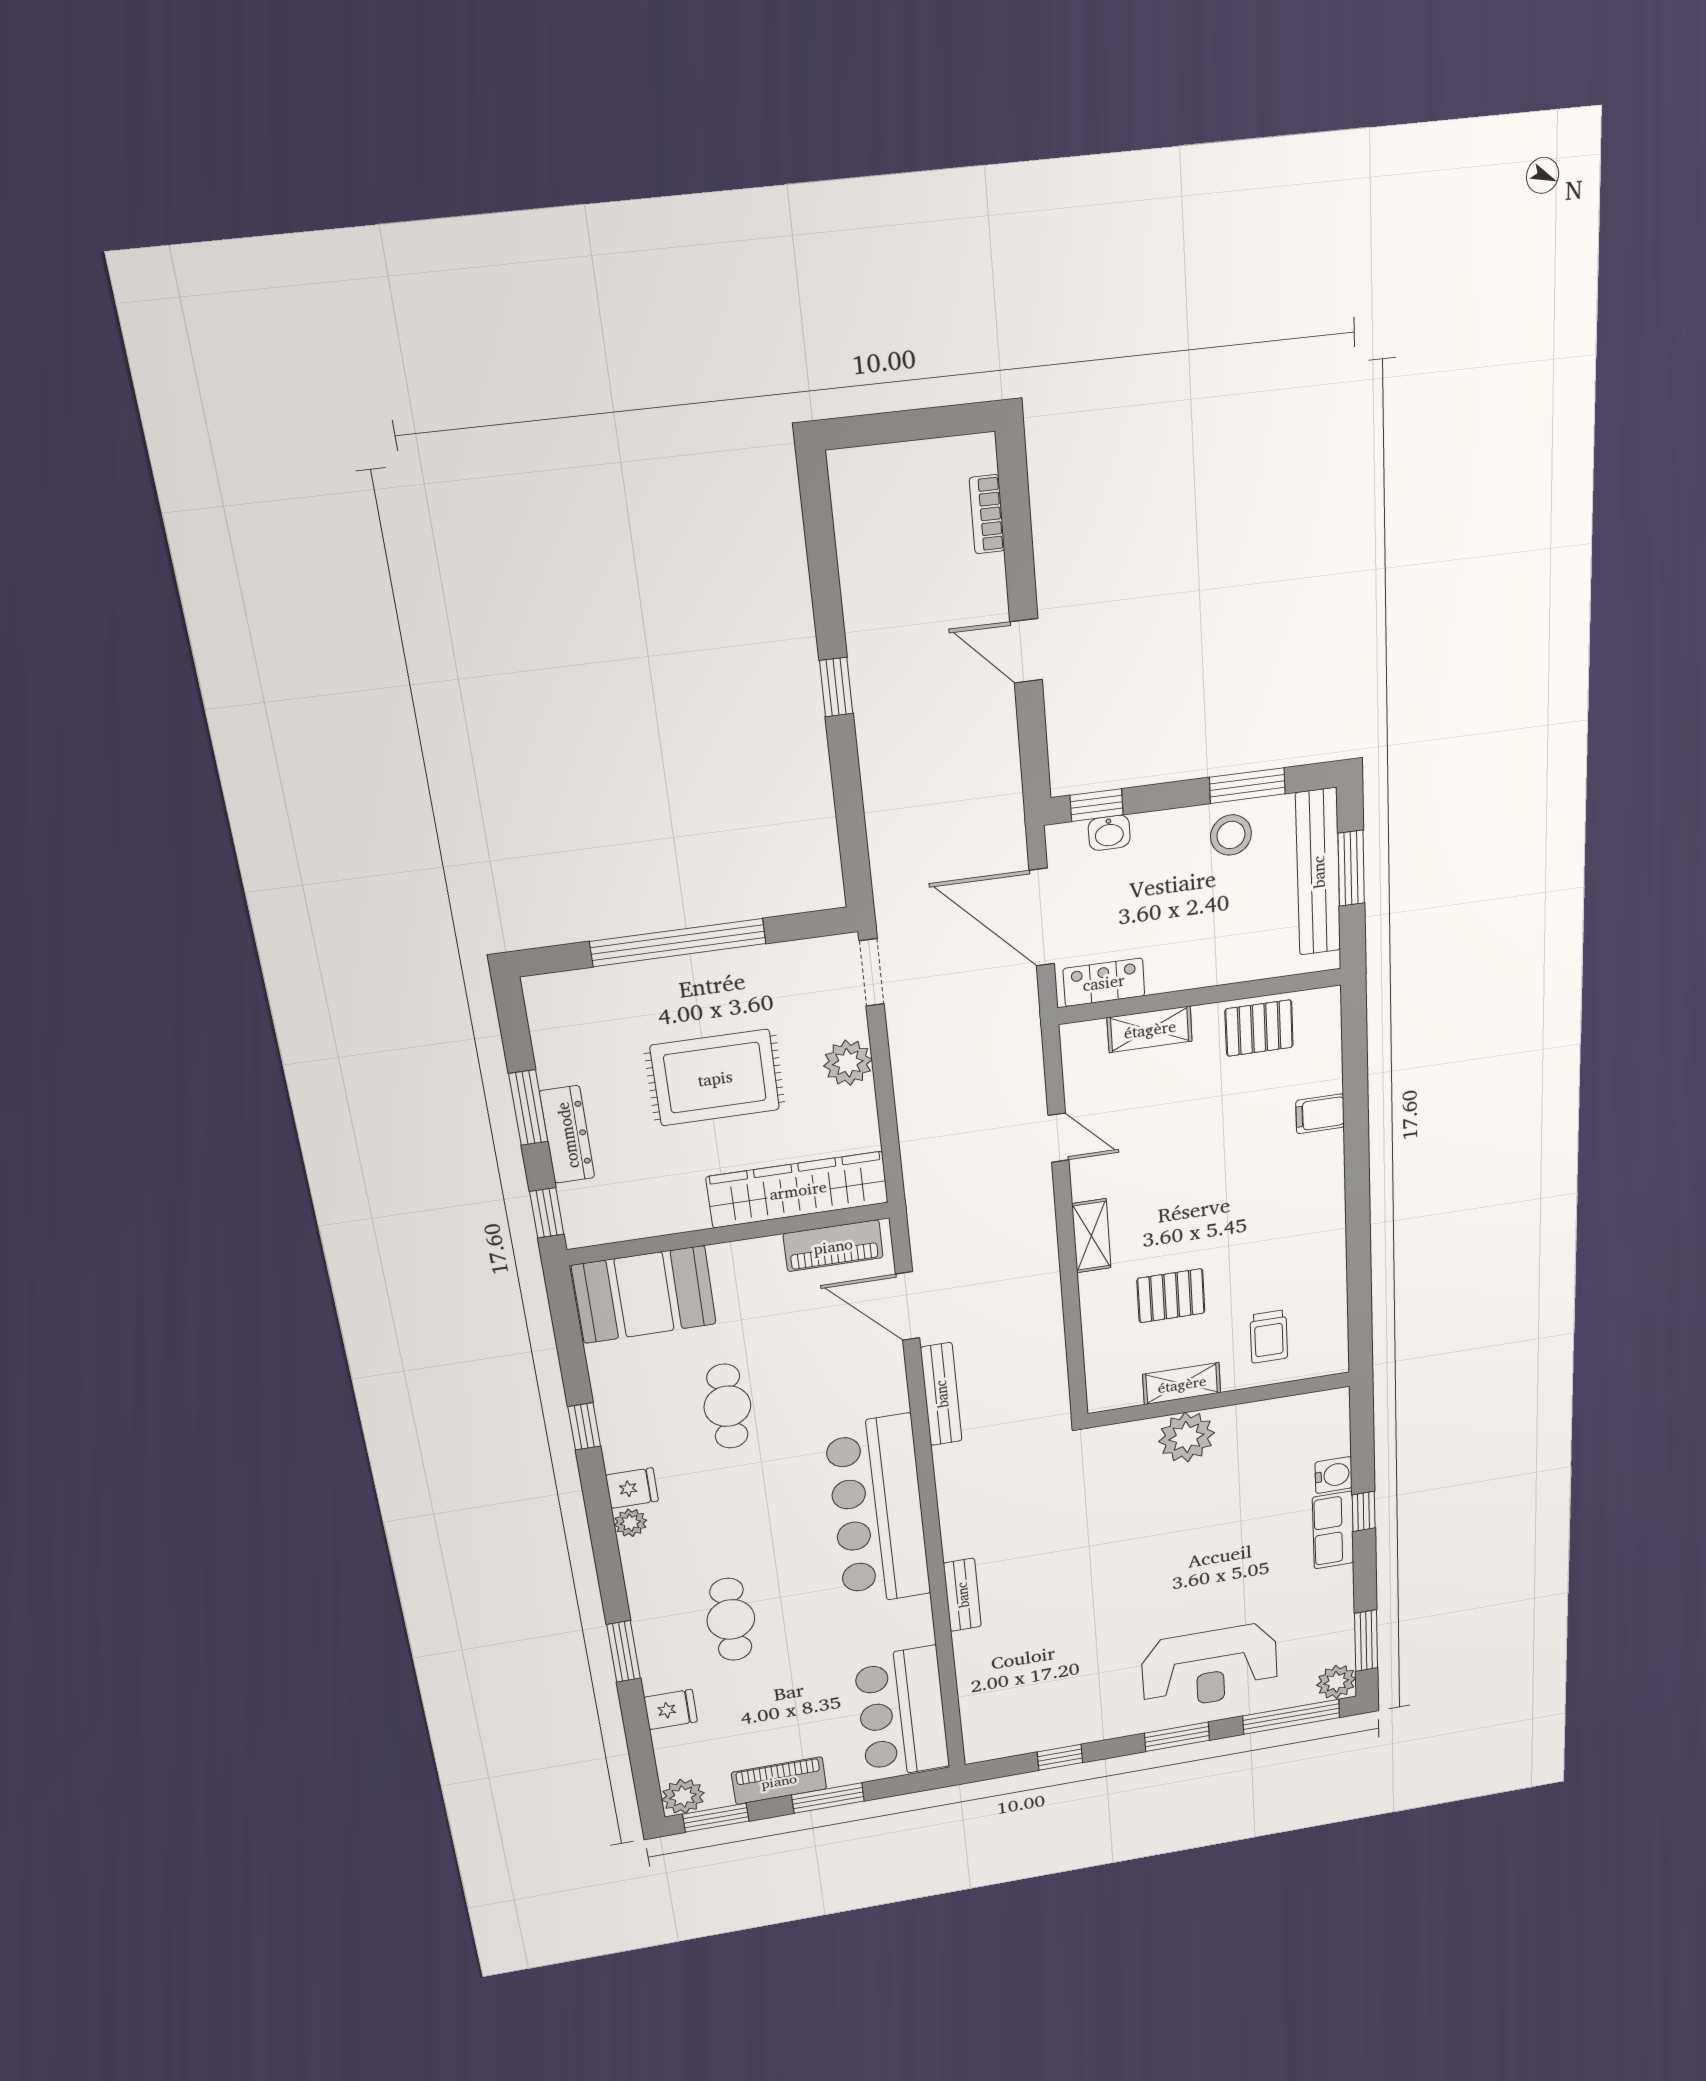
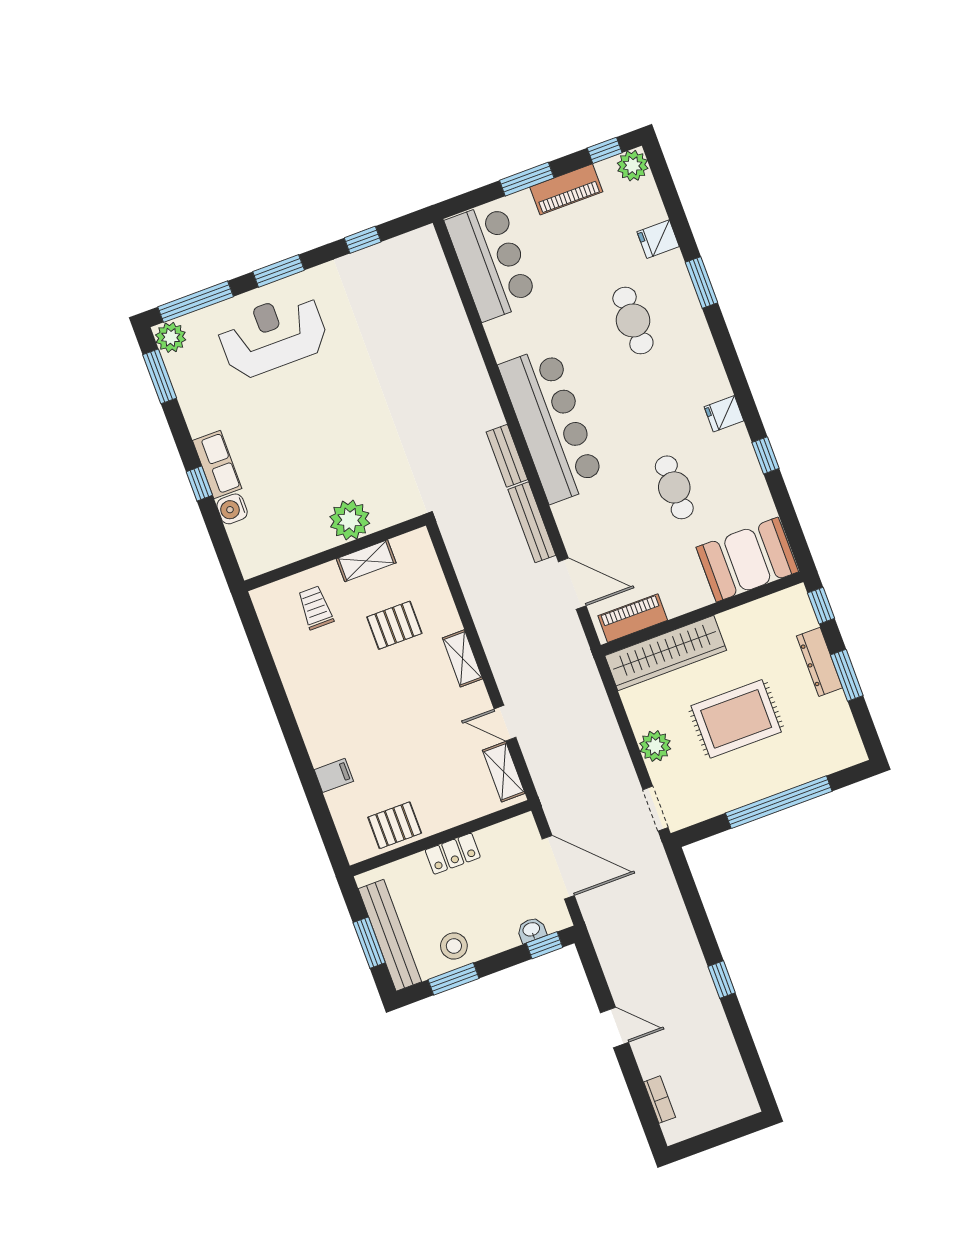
locker: (1104, 982) -> (453, 854), moved
shelving: (1150, 1029) -> (504, 772), moved, turned 90
plant: (630, 1523) -> (719, 387), removed
bench: (962, 1595) -> (507, 456), moved
window: (716, 1818) -> (605, 150), width x0.67

